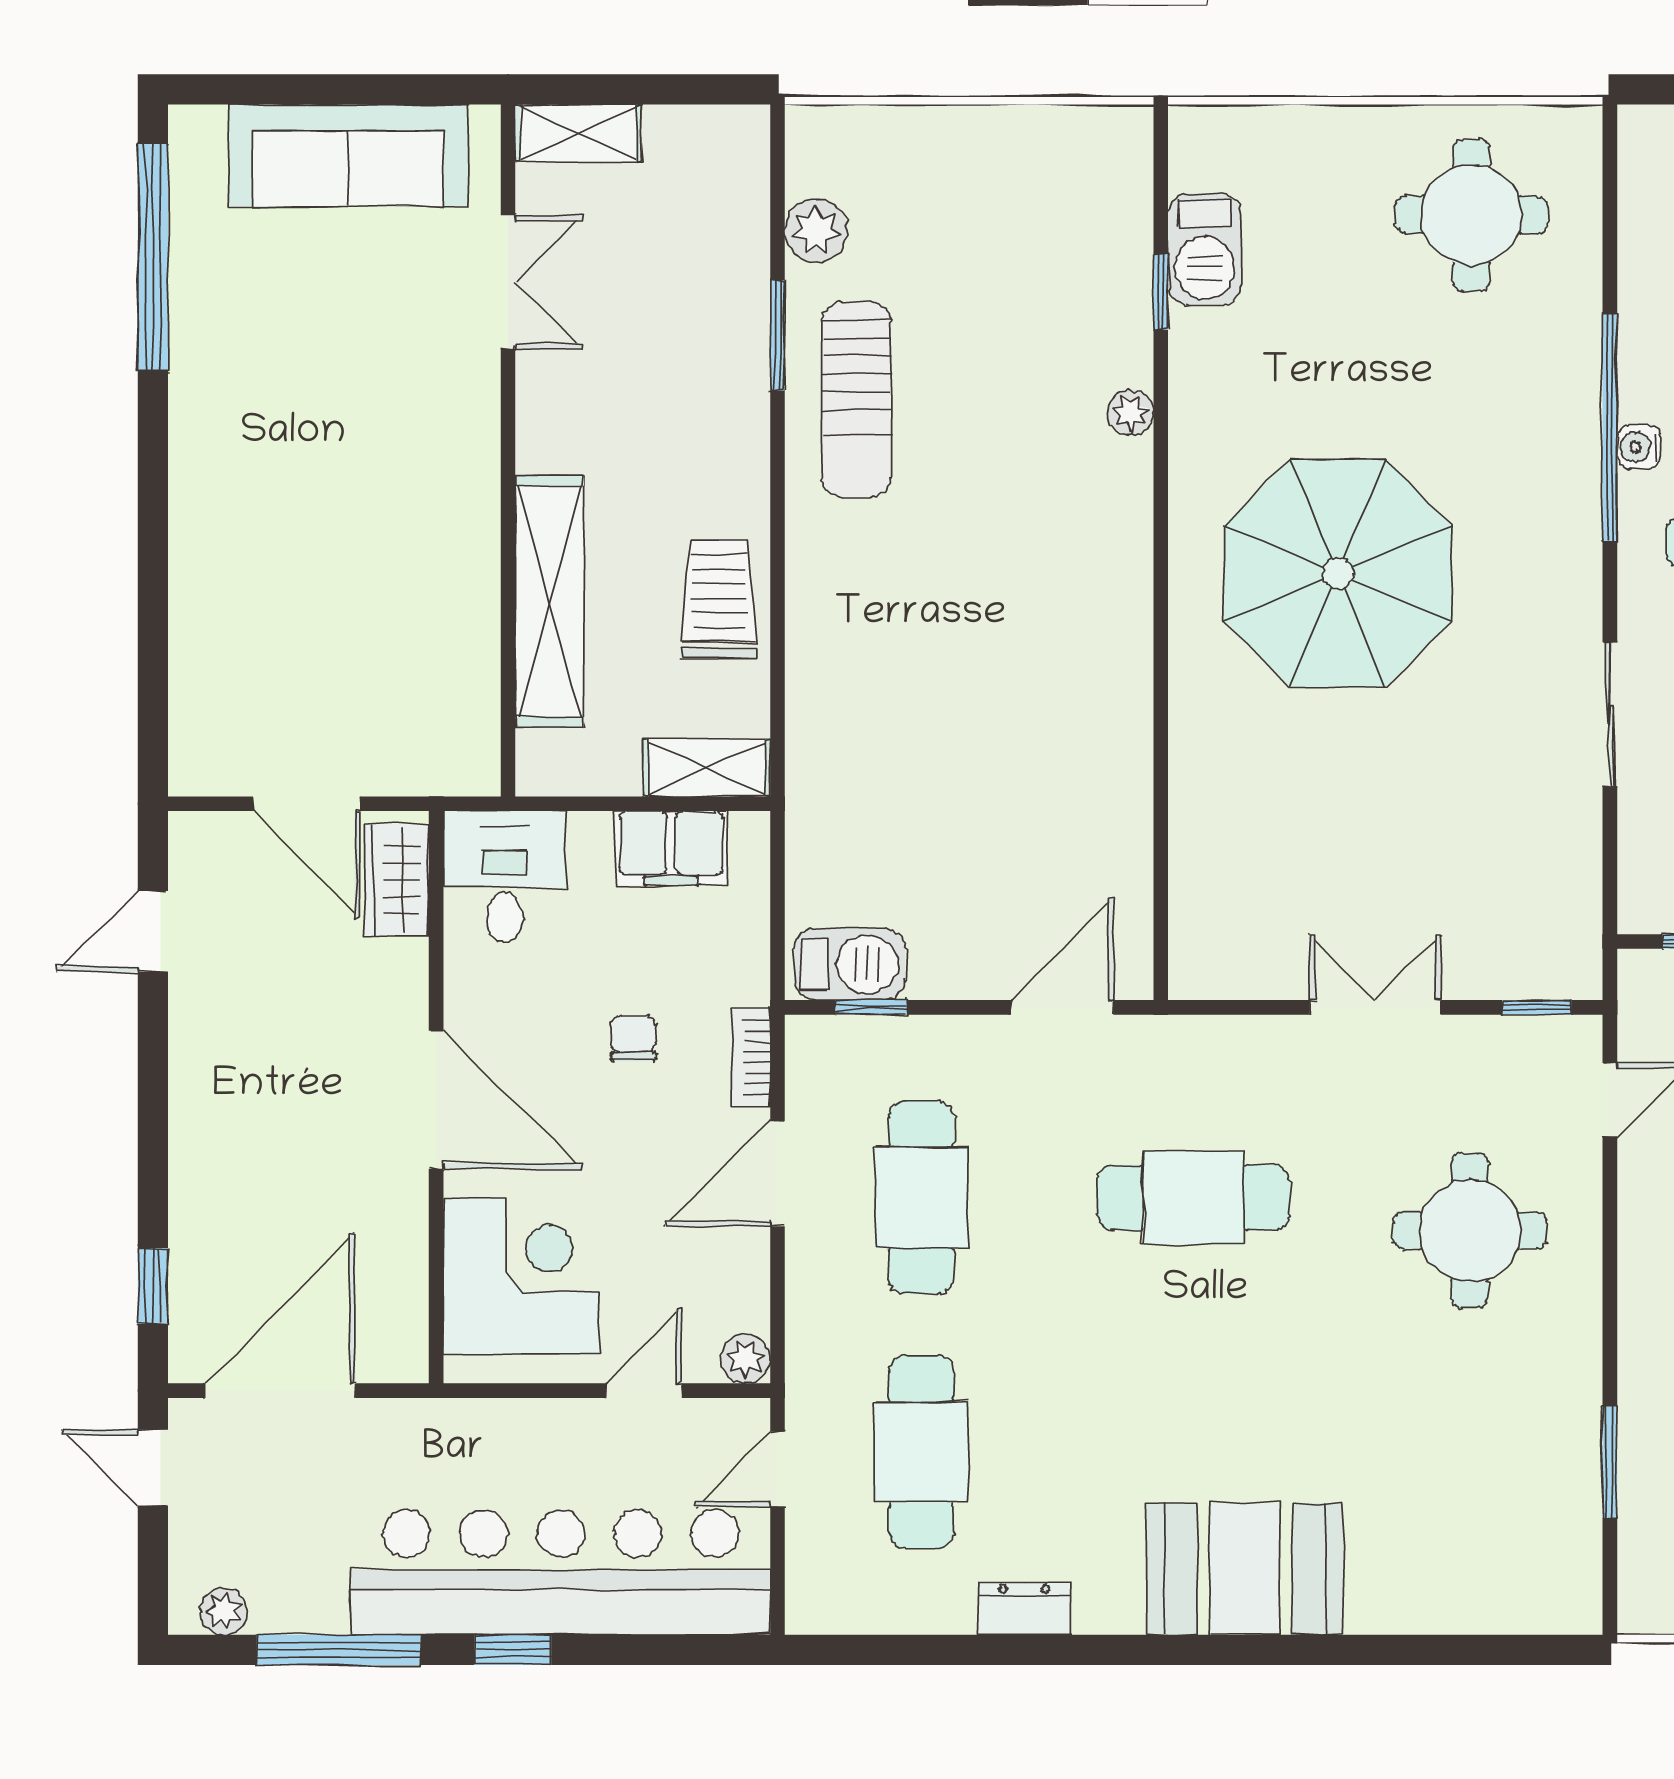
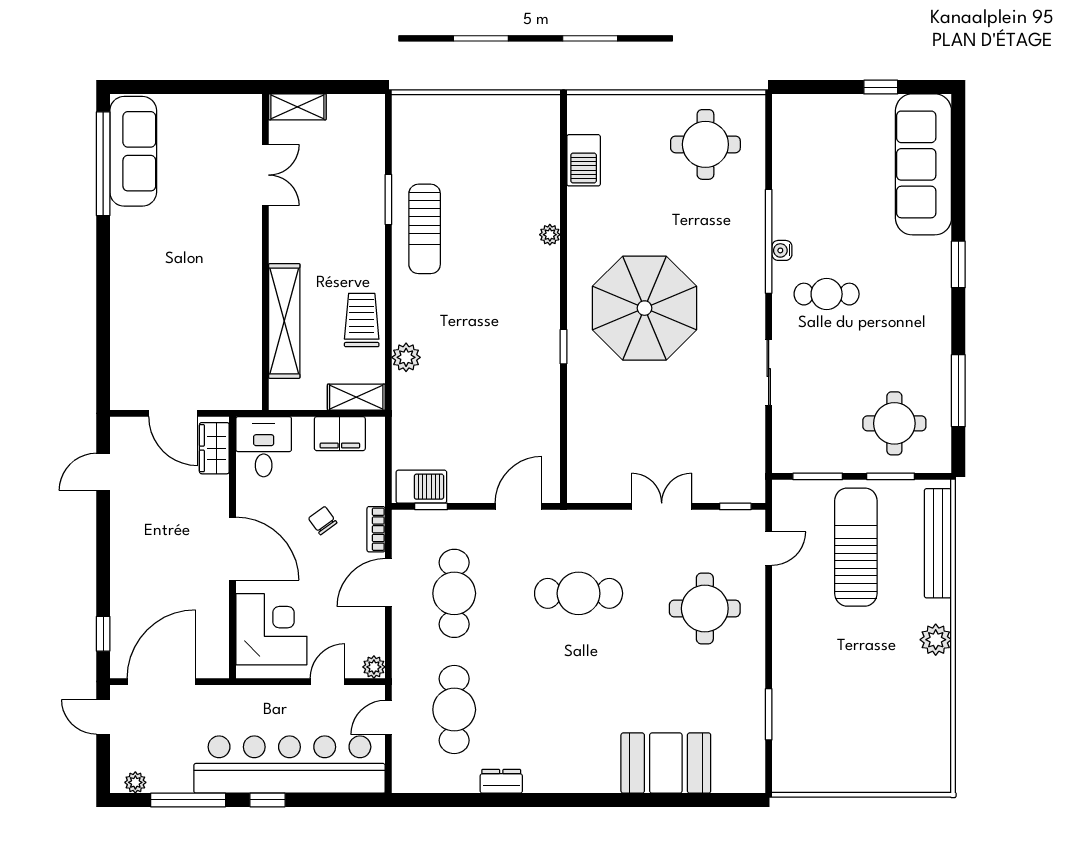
sofa: (348, 155) -> (133, 151), moved, turned -90
plant: (816, 230) -> (406, 357), moved
window: (1161, 292) -> (564, 347), moved
chair: (634, 1038) -> (323, 521), turned -36
booth: (1245, 1569) -> (666, 763), moved

